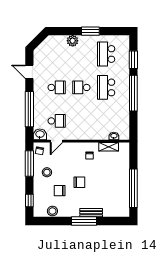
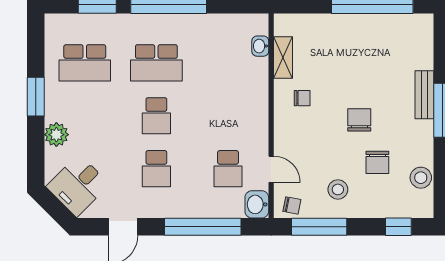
desk: (49, 51) -> (78, 185), added
school desk: (57, 87) -> (156, 169), turned 180
school desk: (57, 121) -> (228, 169), turned 180

